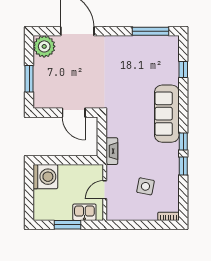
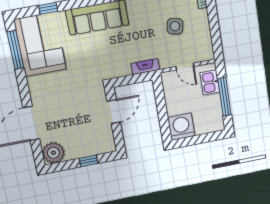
corner sofa: (151, 55) -> (40, 44), added
window: (29, 79) -> (88, 161), width x0.67
window: (67, 225) -> (225, 97), width x1.44

